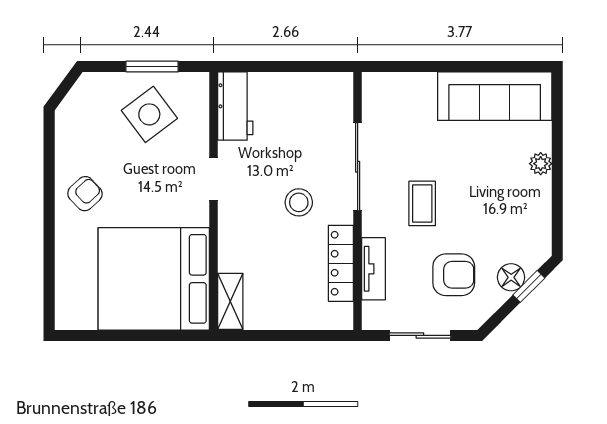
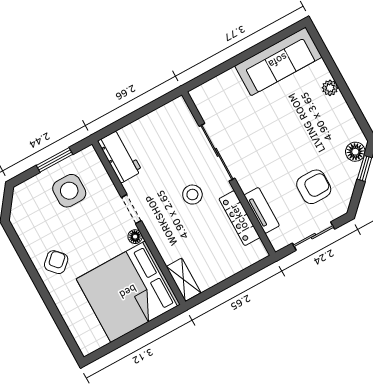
side table: (149, 114) -> (69, 191), turned 37
coffee table: (422, 203) -> (270, 153), removed
floor lamp: (200, 216) -> (135, 237), added
floor lamp: (511, 277) -> (355, 152), moved

